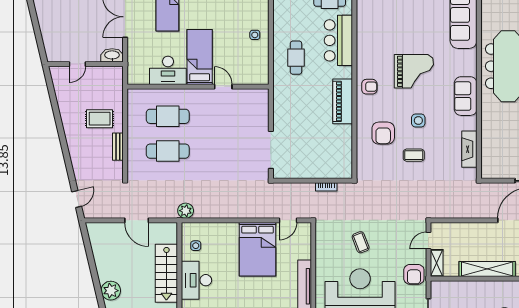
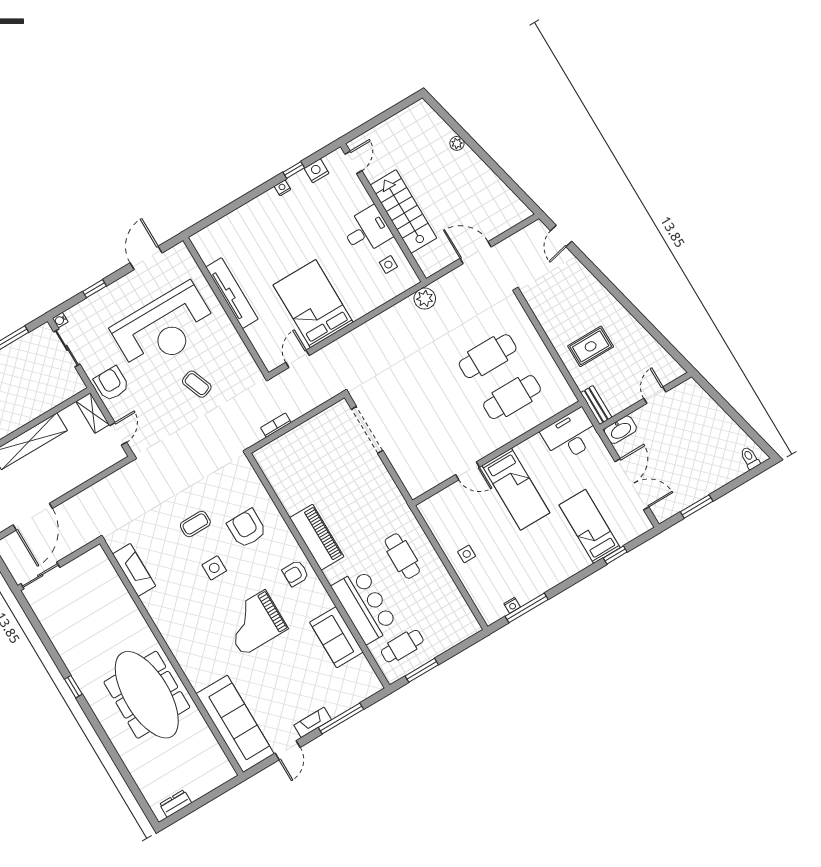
desk: (168, 70) -> (571, 435), moved
sofa: (466, 96) -> (336, 637), moved, turned 180
bench: (118, 147) -> (596, 405), moved
desk: (197, 280) -> (367, 231), width x0.73
plant: (111, 291) -> (457, 143), width x0.53, depth x0.53

